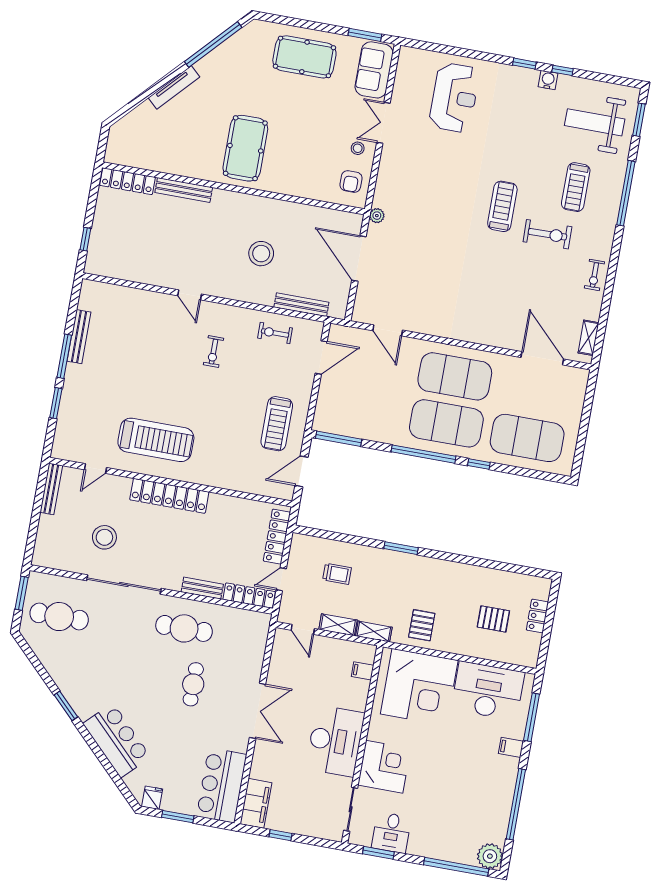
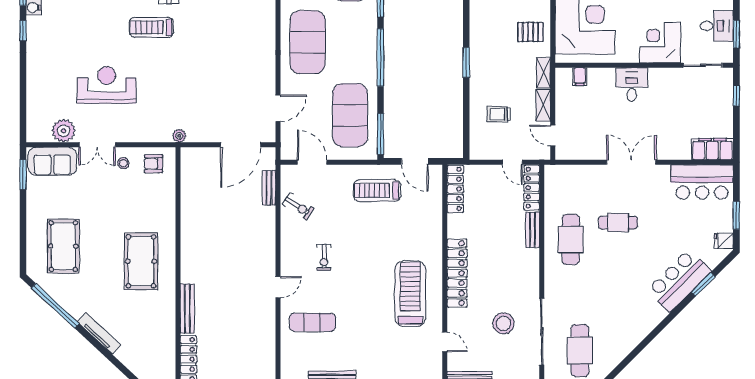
pool table: (304, 57) -> (63, 246), moved
plant: (405, 88) -> (63, 131), added
reception desk: (454, 98) -> (107, 85), moved
pool table: (245, 148) -> (141, 261), turned 90
armchair: (351, 181) -> (153, 164), turned 180
stool: (261, 254) -> (231, 231), removed
door: (359, 258) -> (241, 145), moved
bench: (301, 305) -> (269, 188), width x0.73
exercise mat: (144, 326) -> (312, 322), added
exercise bike: (275, 333) -> (298, 206), turned -57
exercise bike: (213, 352) -> (324, 257), turned 90
exercise mat: (446, 423) -> (350, 115), moved
treadmill: (277, 424) -> (377, 191), turned 180
locker: (277, 537) -> (455, 189), moved, turned -90
trolley: (337, 574) -> (499, 114), turned -90
sliding door: (124, 584) -> (542, 332), moved
door: (303, 629) -> (553, 135), swing flipped
window: (66, 706) -> (703, 284), moved
desk: (335, 741) -> (632, 84), width x0.53, depth x0.77
window: (280, 835) -> (736, 96), moved

